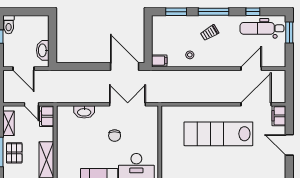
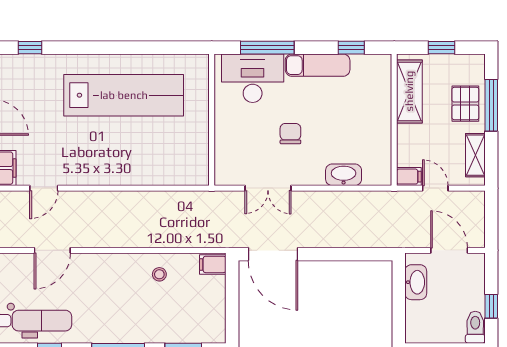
trolley: (209, 33) -> (125, 313), removed
double door: (128, 104) -> (268, 188), width x0.73
door: (256, 104) -> (44, 188), width x0.53
filing cabinet: (47, 116) -> (409, 177), width x0.50
lab bench: (218, 134) -> (124, 95), moved

